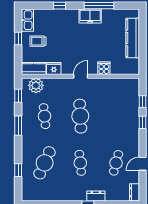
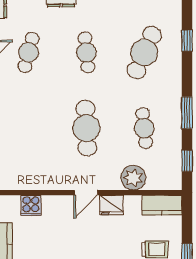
cooker: (104, 68) -> (31, 206), moved
fridge: (54, 69) -> (111, 205), moved
plant: (36, 85) -> (133, 178), moved

